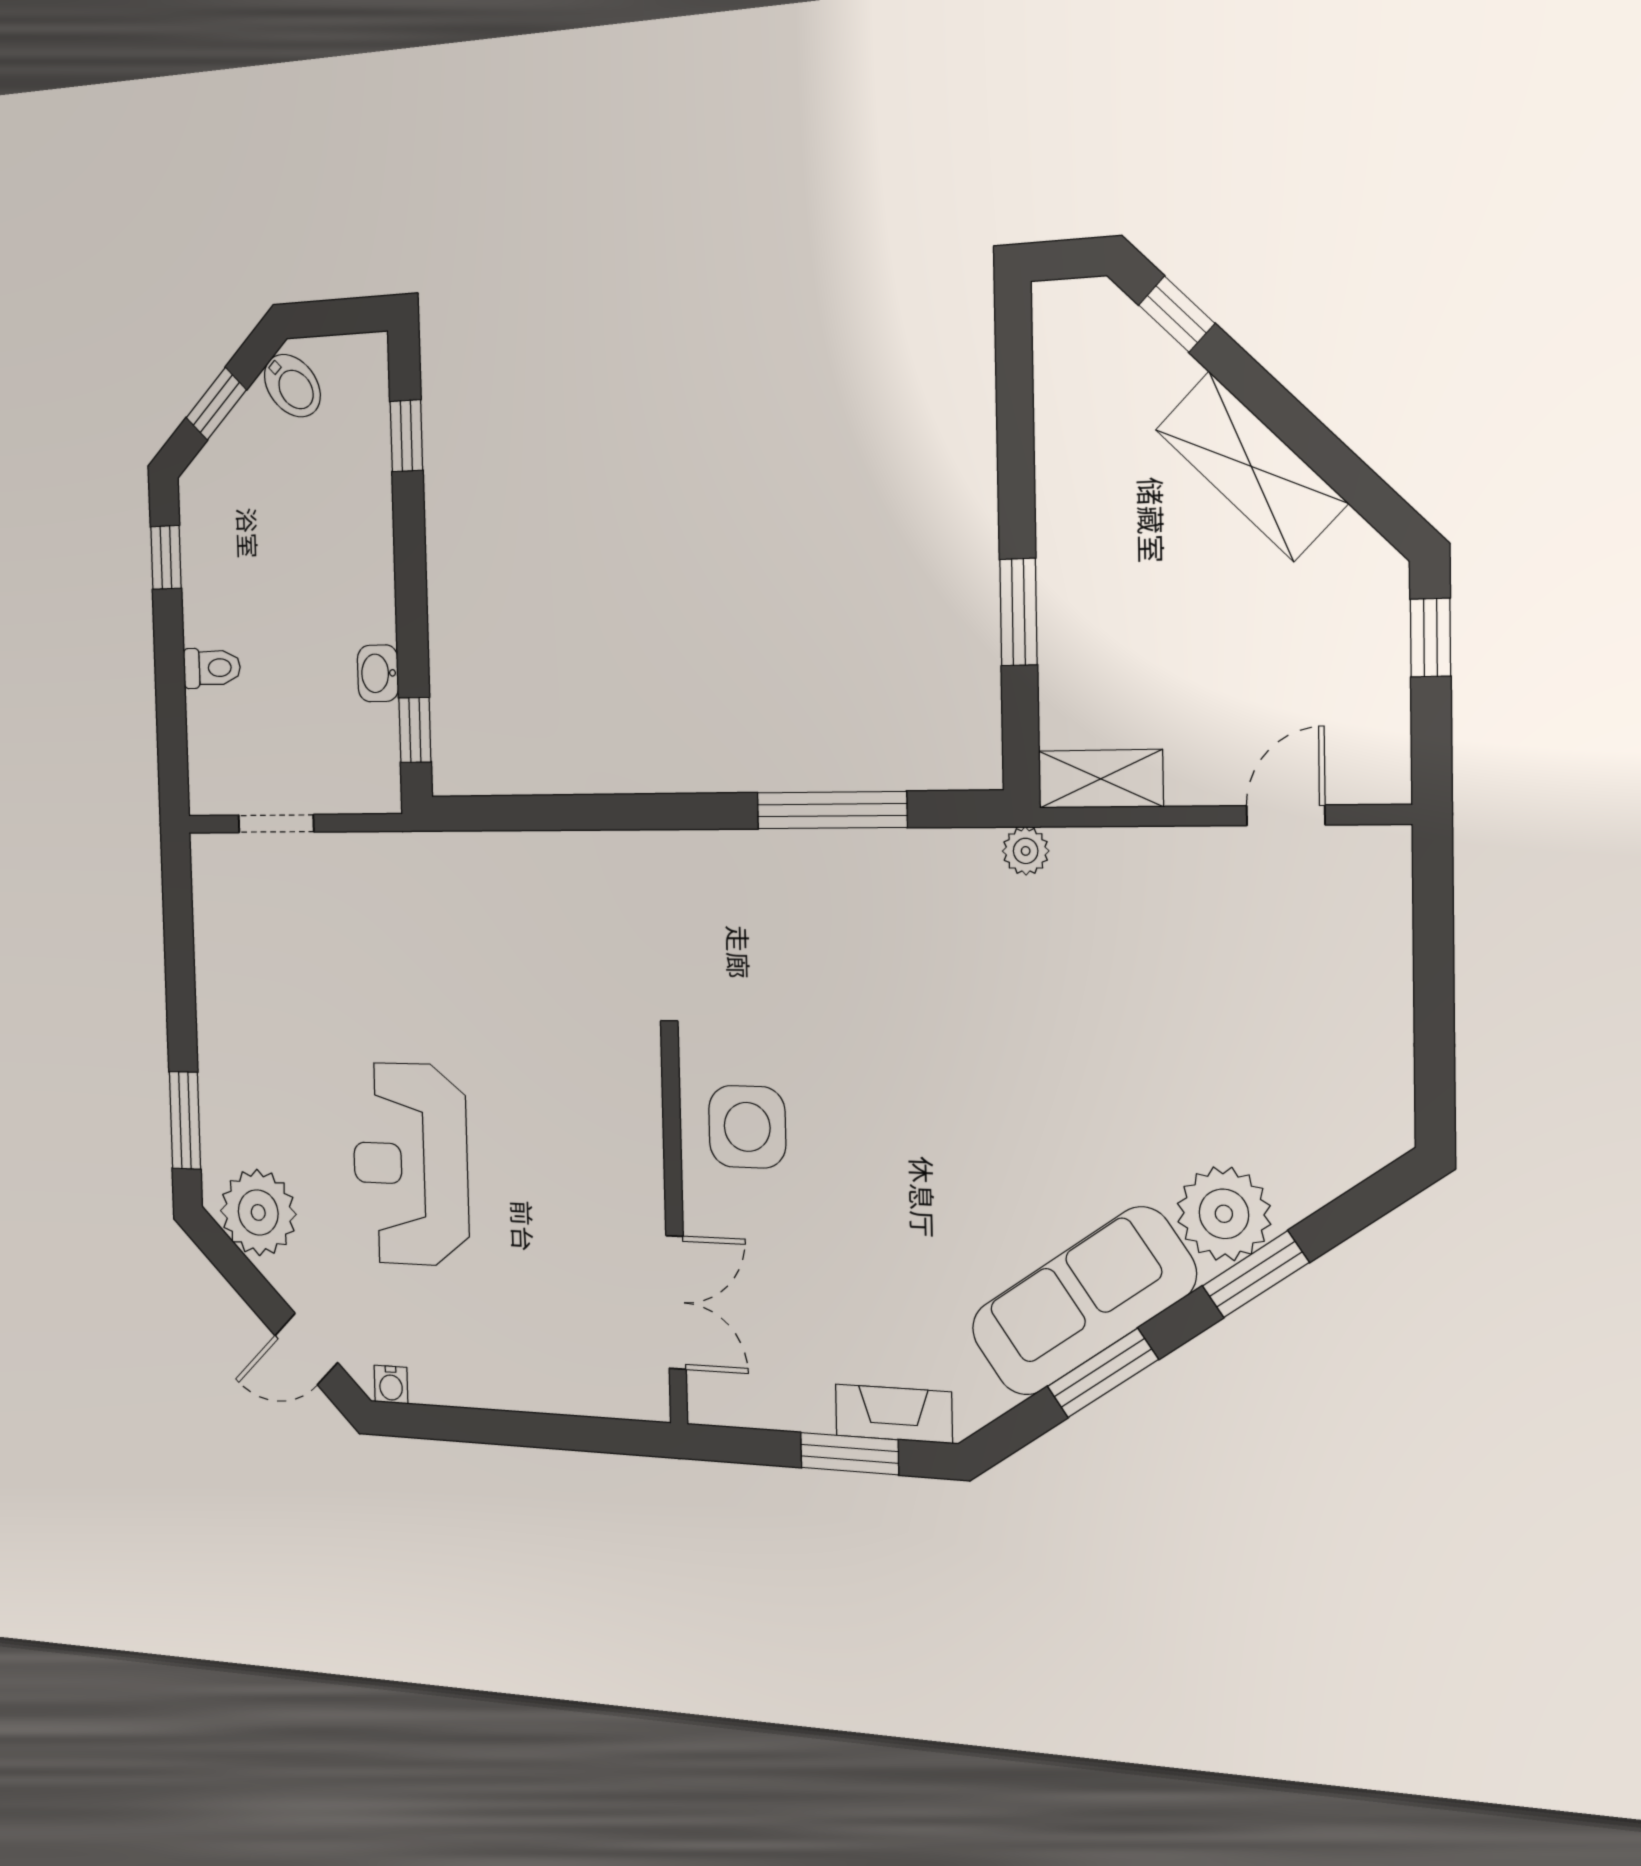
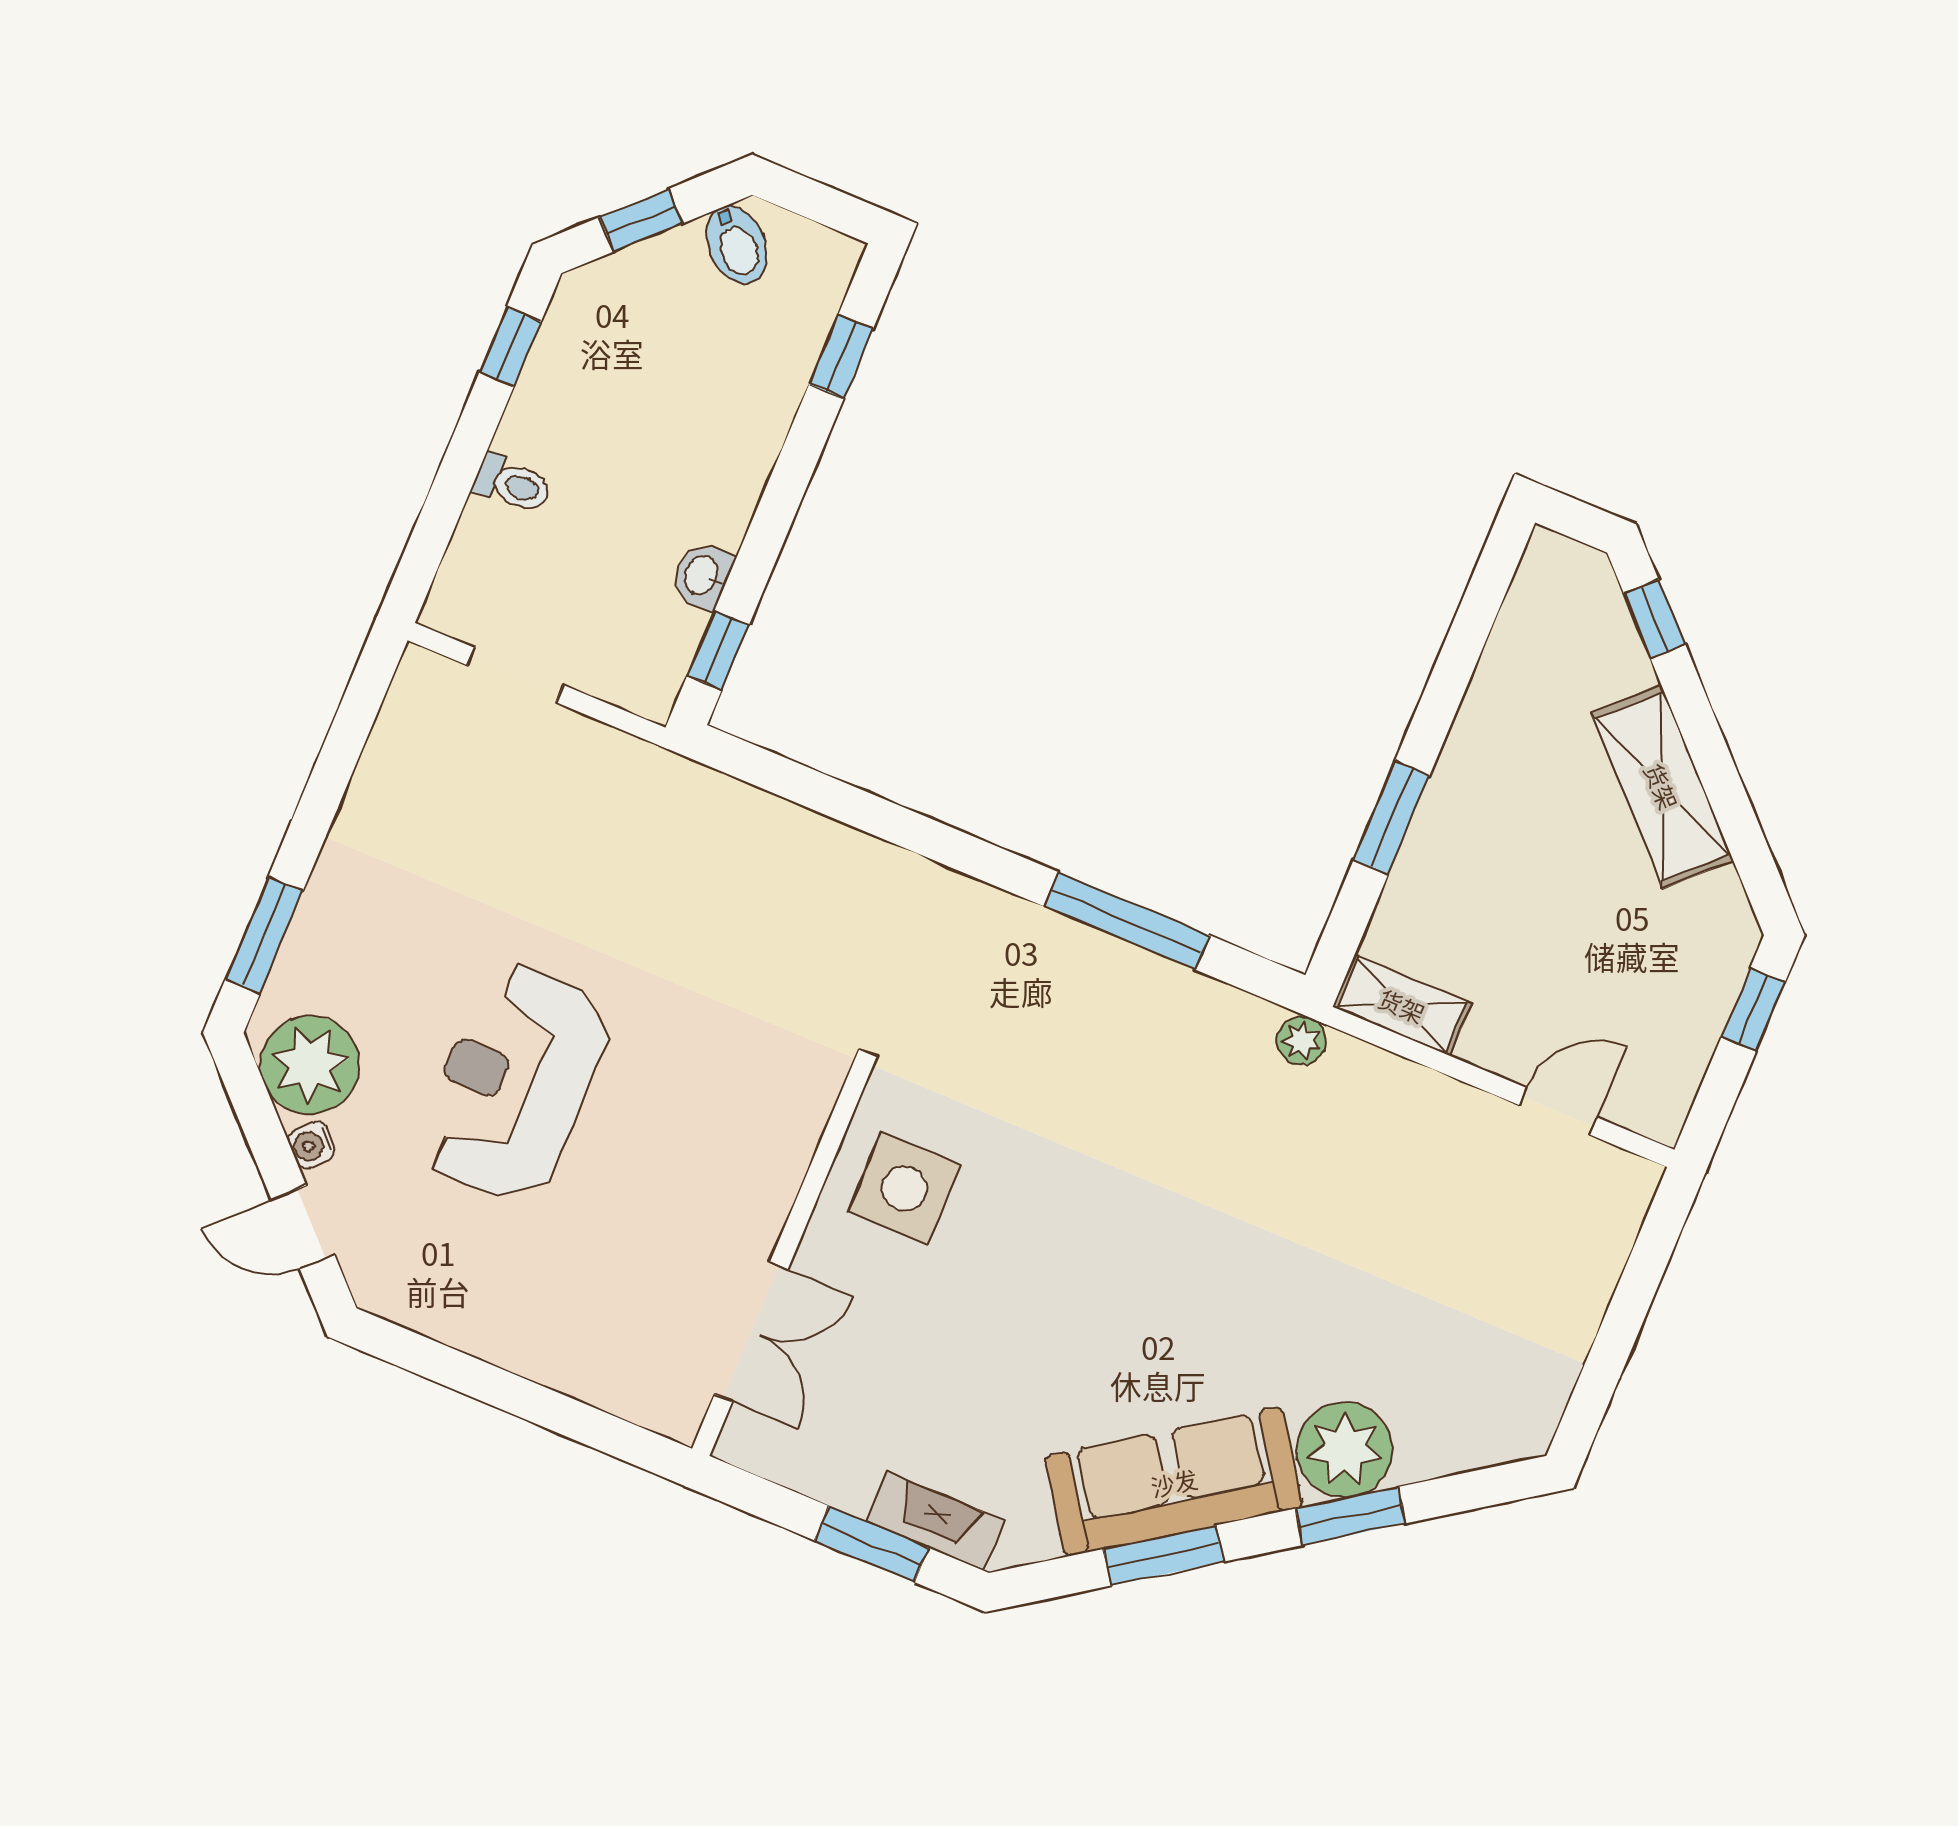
water cooler: (391, 1385) -> (312, 1145), moved, turned 45

